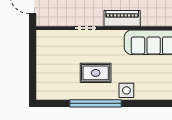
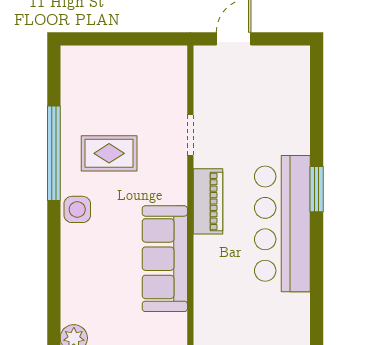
rug: (96, 73) -> (109, 153), turned 90

